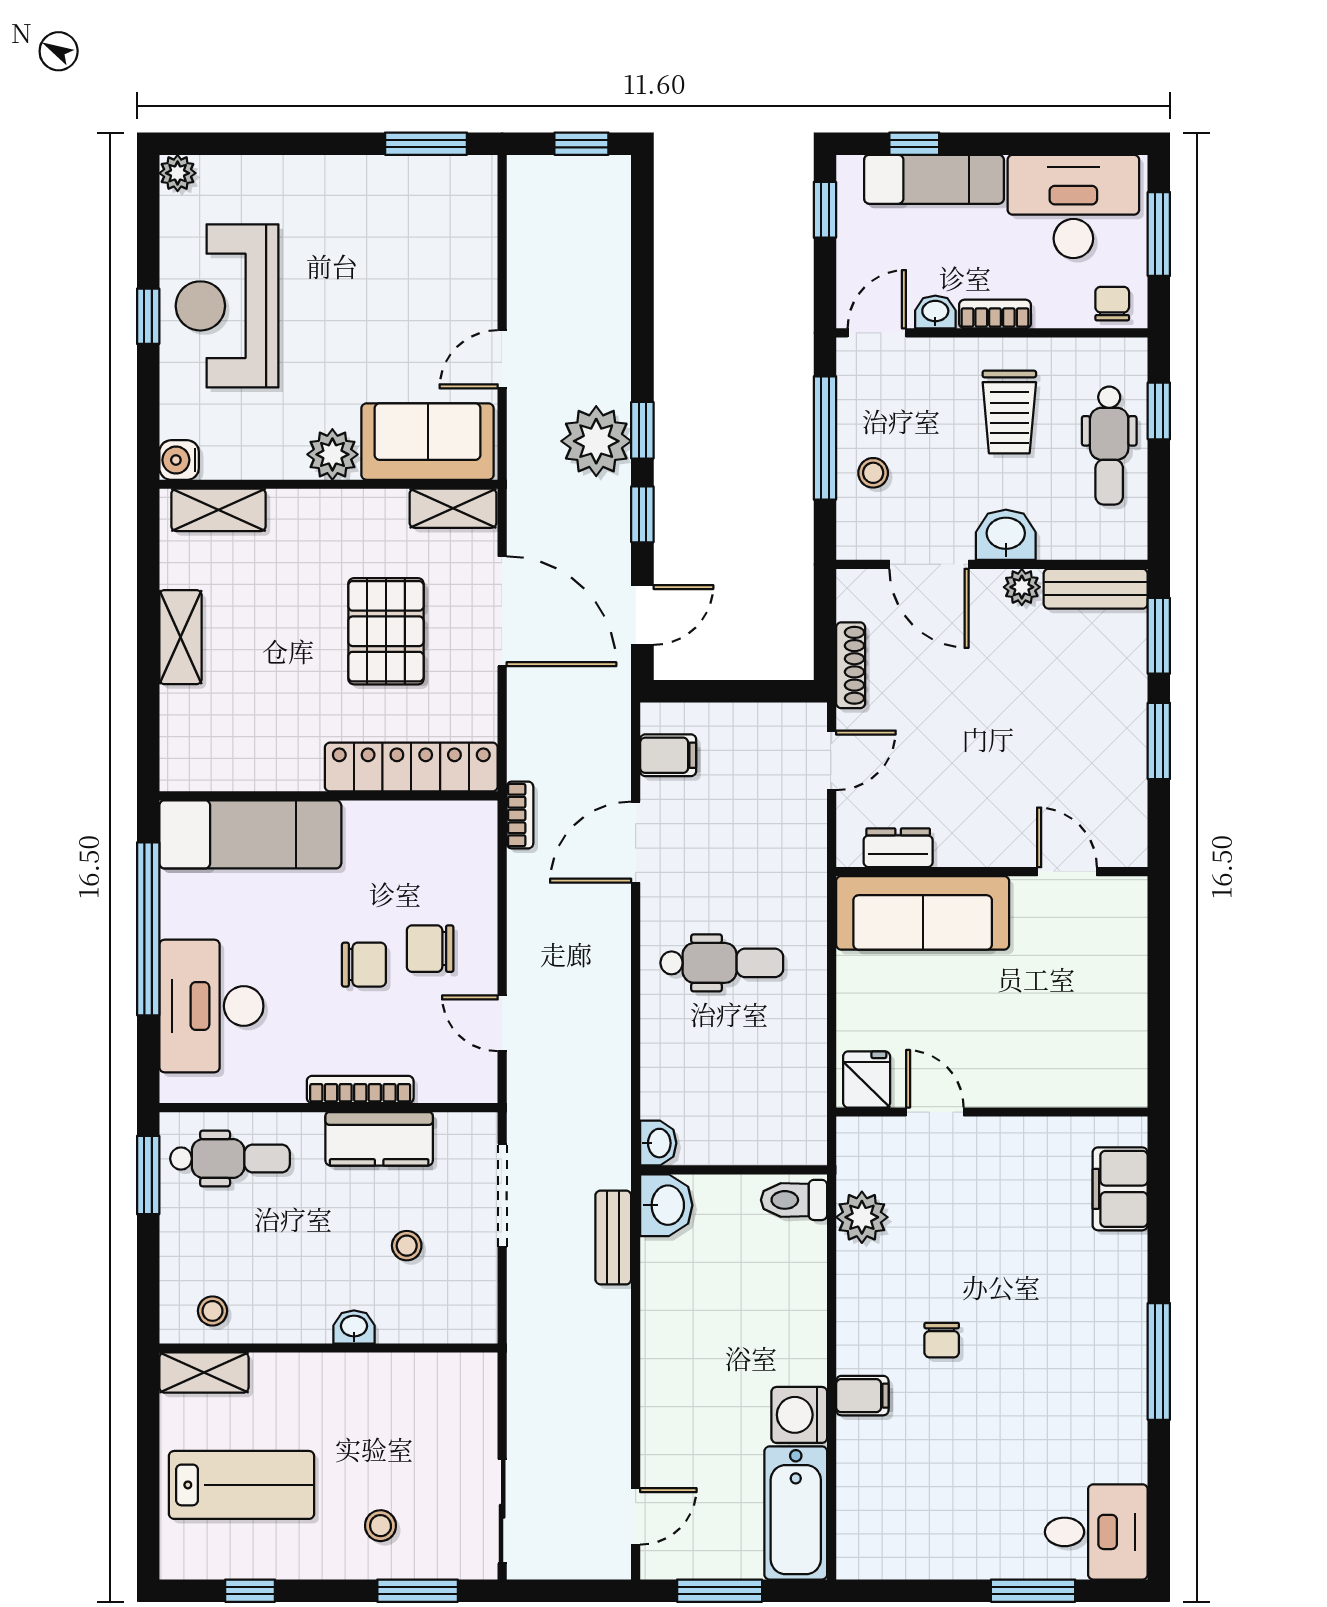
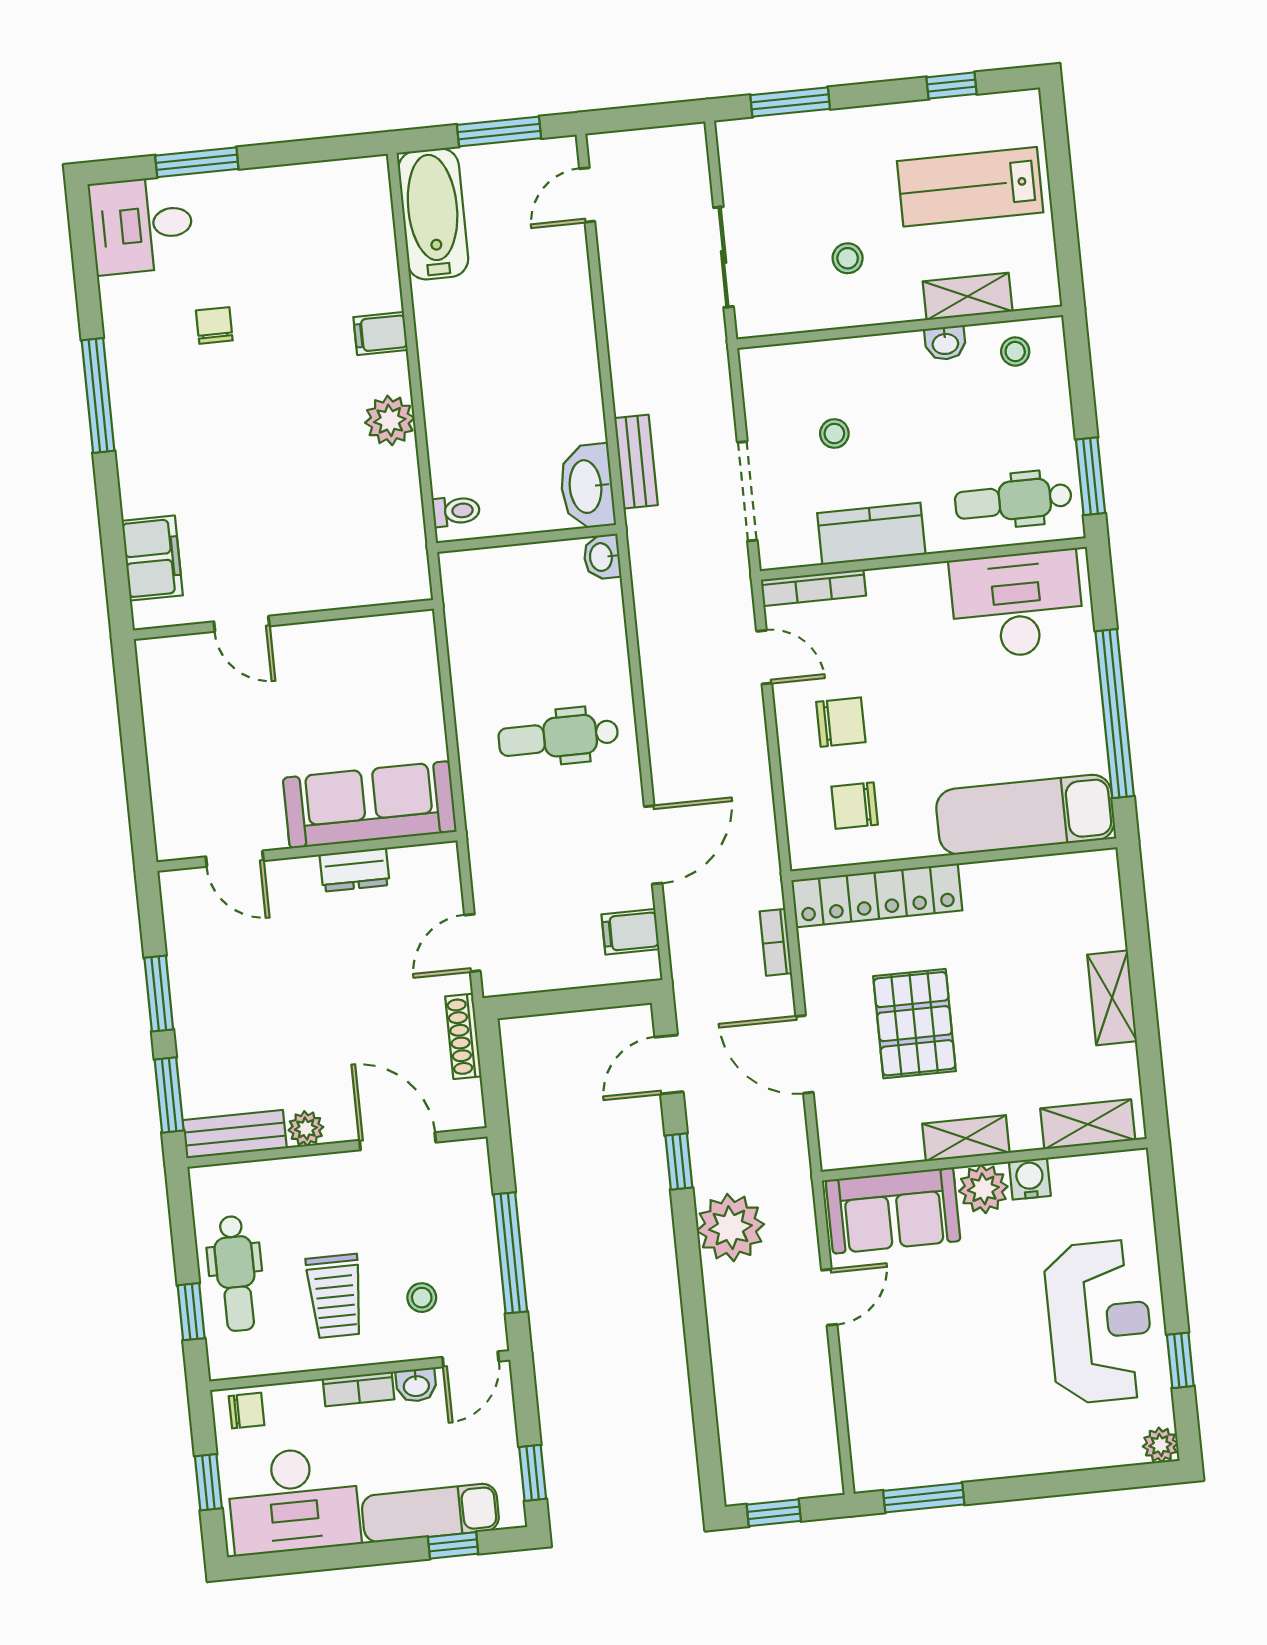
window: (1159, 234) -> (208, 1482), width x0.67
chair: (1112, 304) -> (247, 1411), turned -90
window: (148, 316) -> (1180, 1360), moved
trolley: (1009, 412) -> (335, 1296), turned 180
window: (642, 430) -> (687, 1243), removed
dental chair: (1109, 446) -> (236, 1273), turned 180
water cooler: (179, 460) -> (1030, 1179), moved, turned -90
stool: (873, 473) -> (422, 1298), moved
shelving: (453, 508) -> (966, 1138), moved
washbasin: (1006, 535) -> (327, 1177), removed
door: (502, 611) -> (805, 1054), width x0.73
bookcase: (520, 815) -> (776, 942), moved
dresser: (898, 848) -> (355, 870), moved
chair: (364, 965) -> (855, 806), moved
desk: (211, 1006) -> (1017, 604), moved, turned -90
fridge: (867, 1079) -> (407, 639), removed
bookcase: (360, 1089) -> (813, 588), moved
door: (935, 1112) -> (242, 624), moved
toilet: (794, 1200) -> (456, 511), width x0.73, depth x0.72
washbasin: (666, 1205) -> (587, 486), width x1.38
plant: (862, 1217) -> (390, 420), moved
washbasin: (354, 1327) -> (945, 343), moved
chair: (942, 1340) -> (214, 325), moved
shelving: (204, 1373) -> (968, 296), moved
washing machine: (799, 1415) -> (439, 309), removed
sliding door: (502, 1511) -> (724, 257), moved
stool: (381, 1526) -> (848, 258), moved

